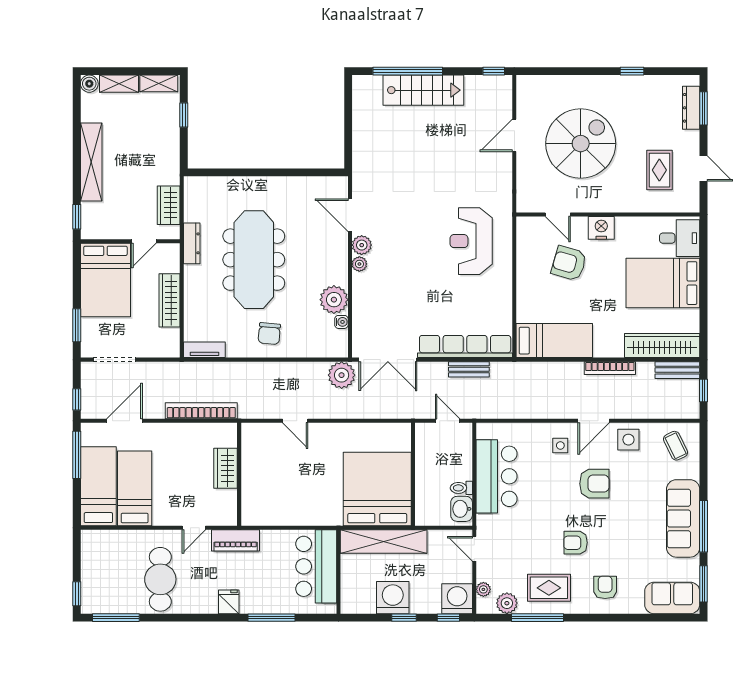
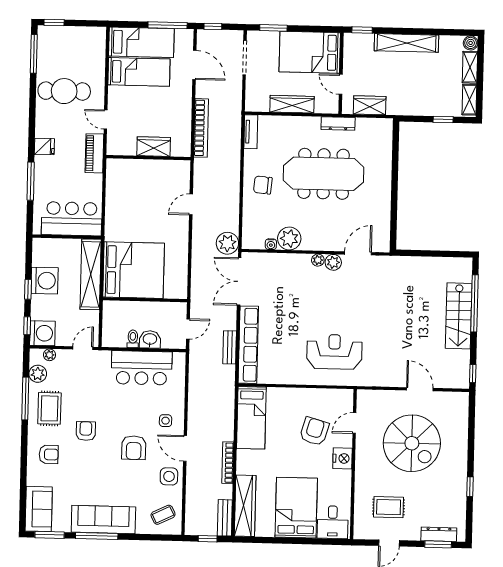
washbasin: (462, 509) -> (150, 339), moved

